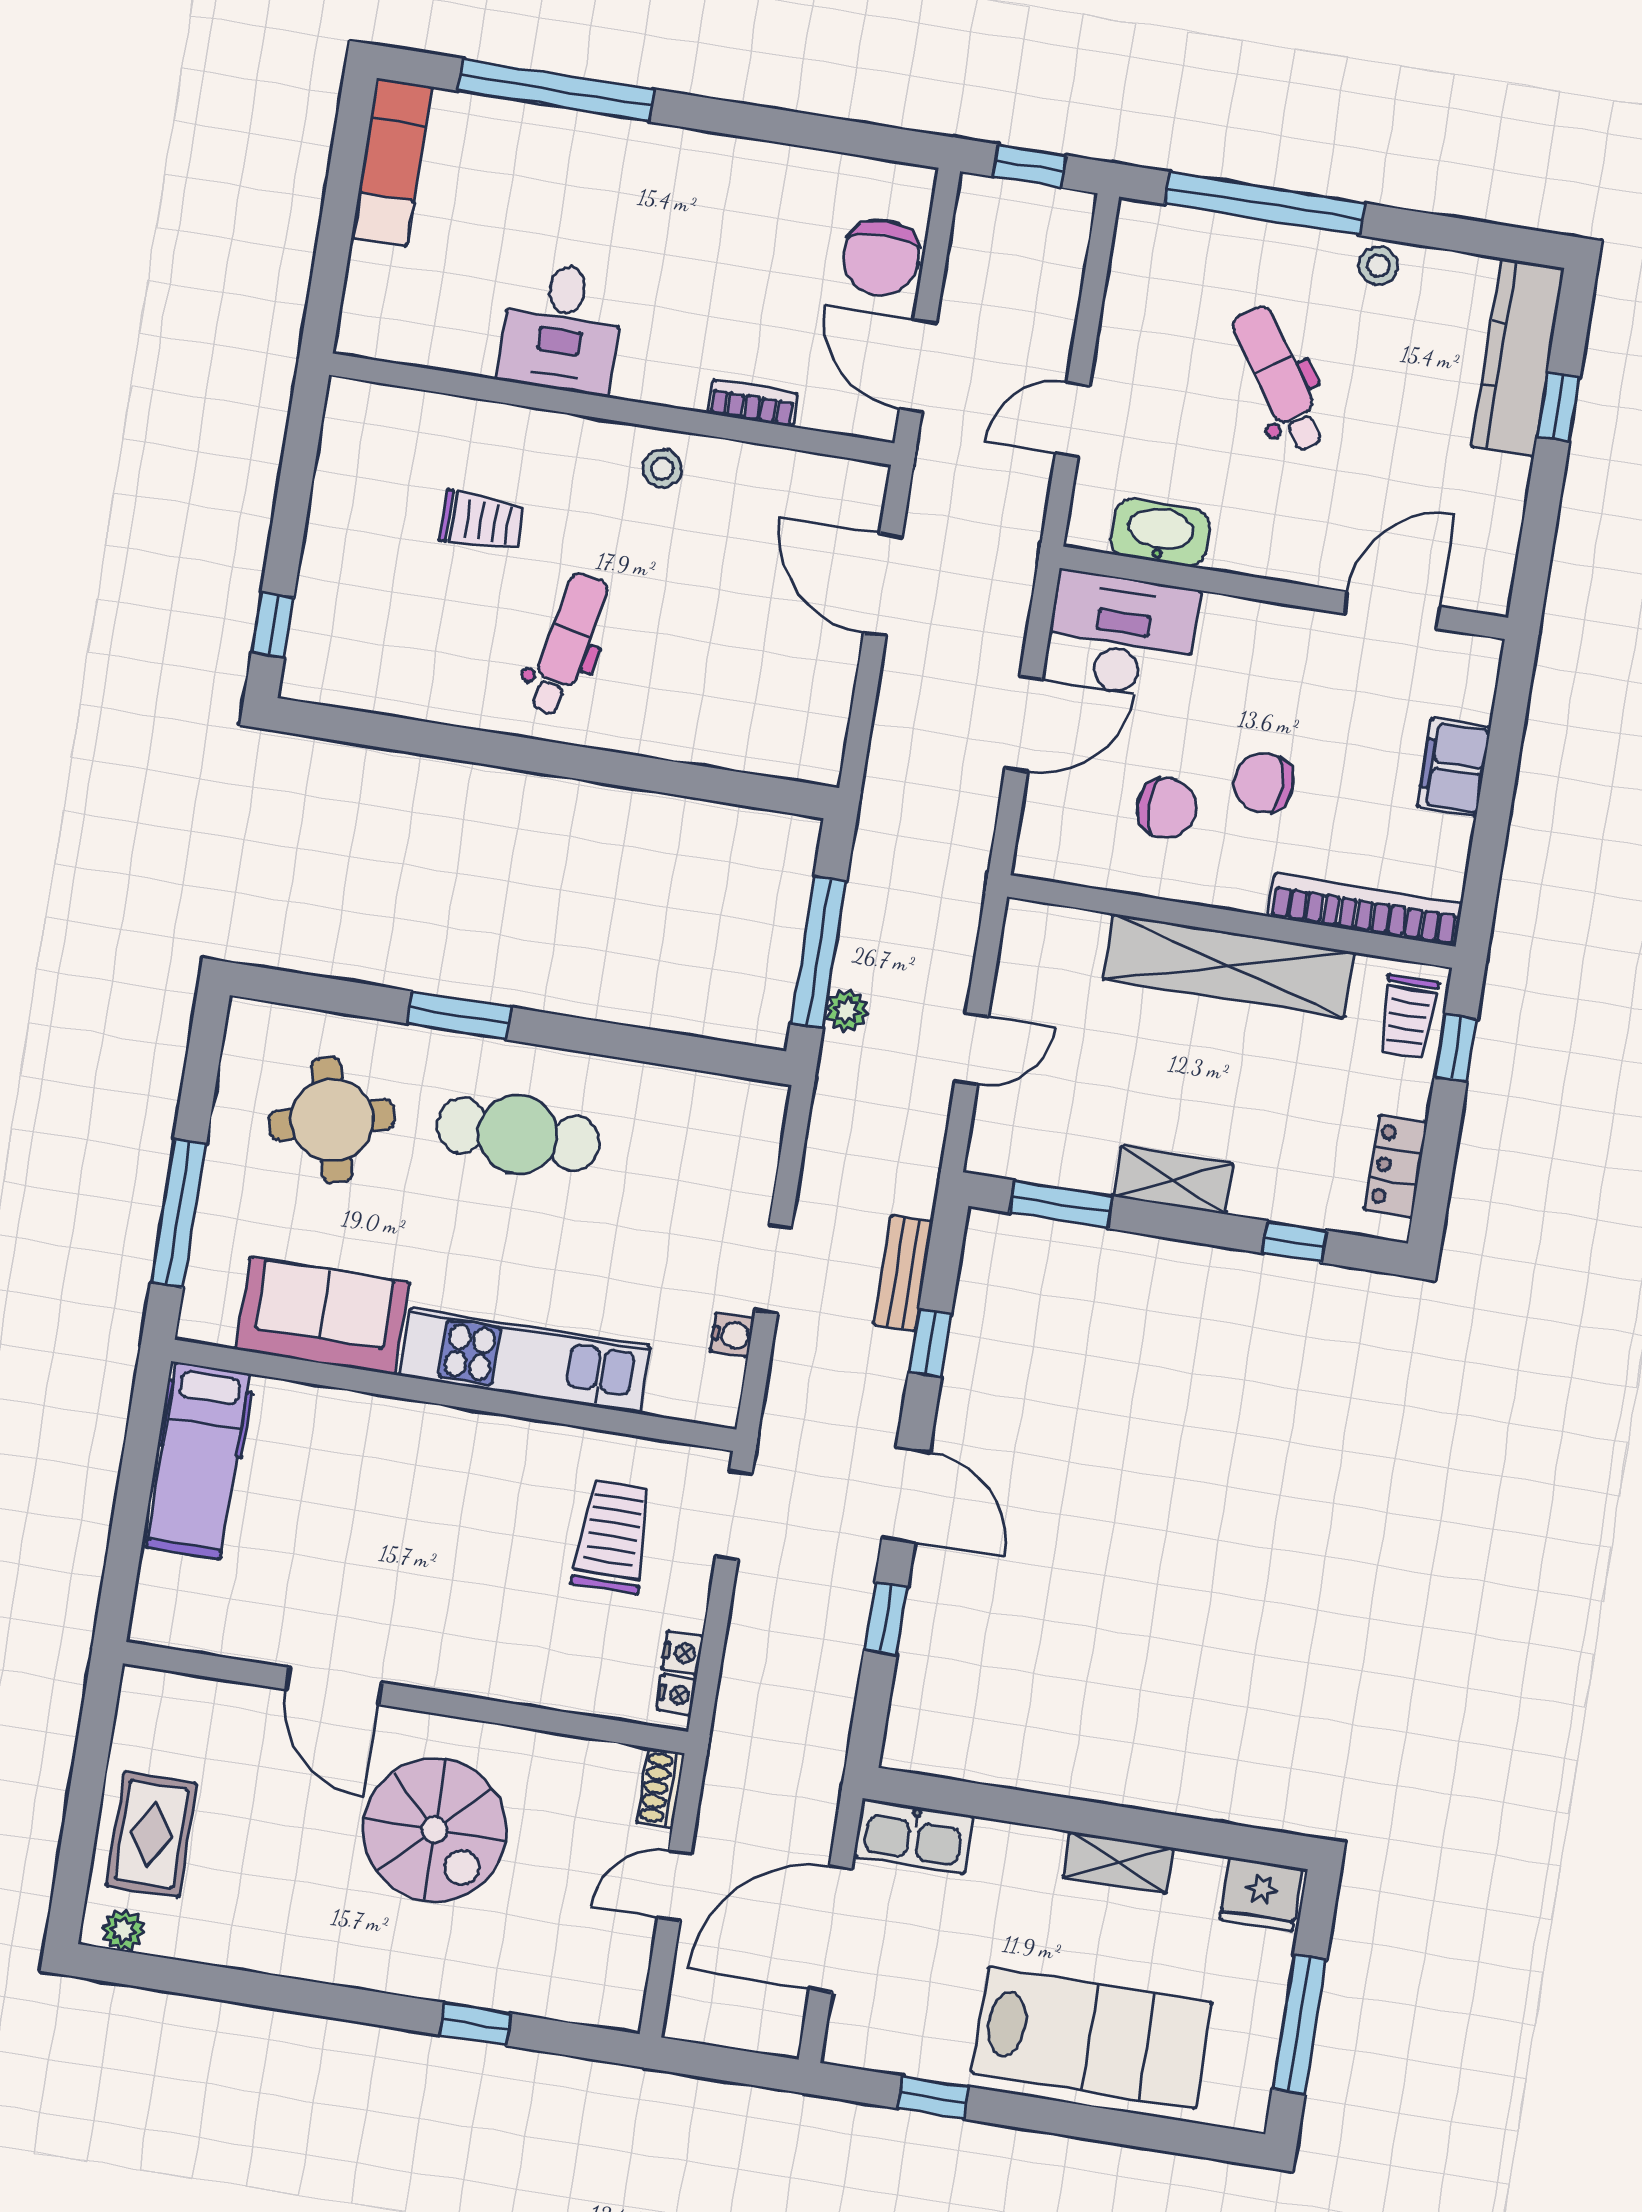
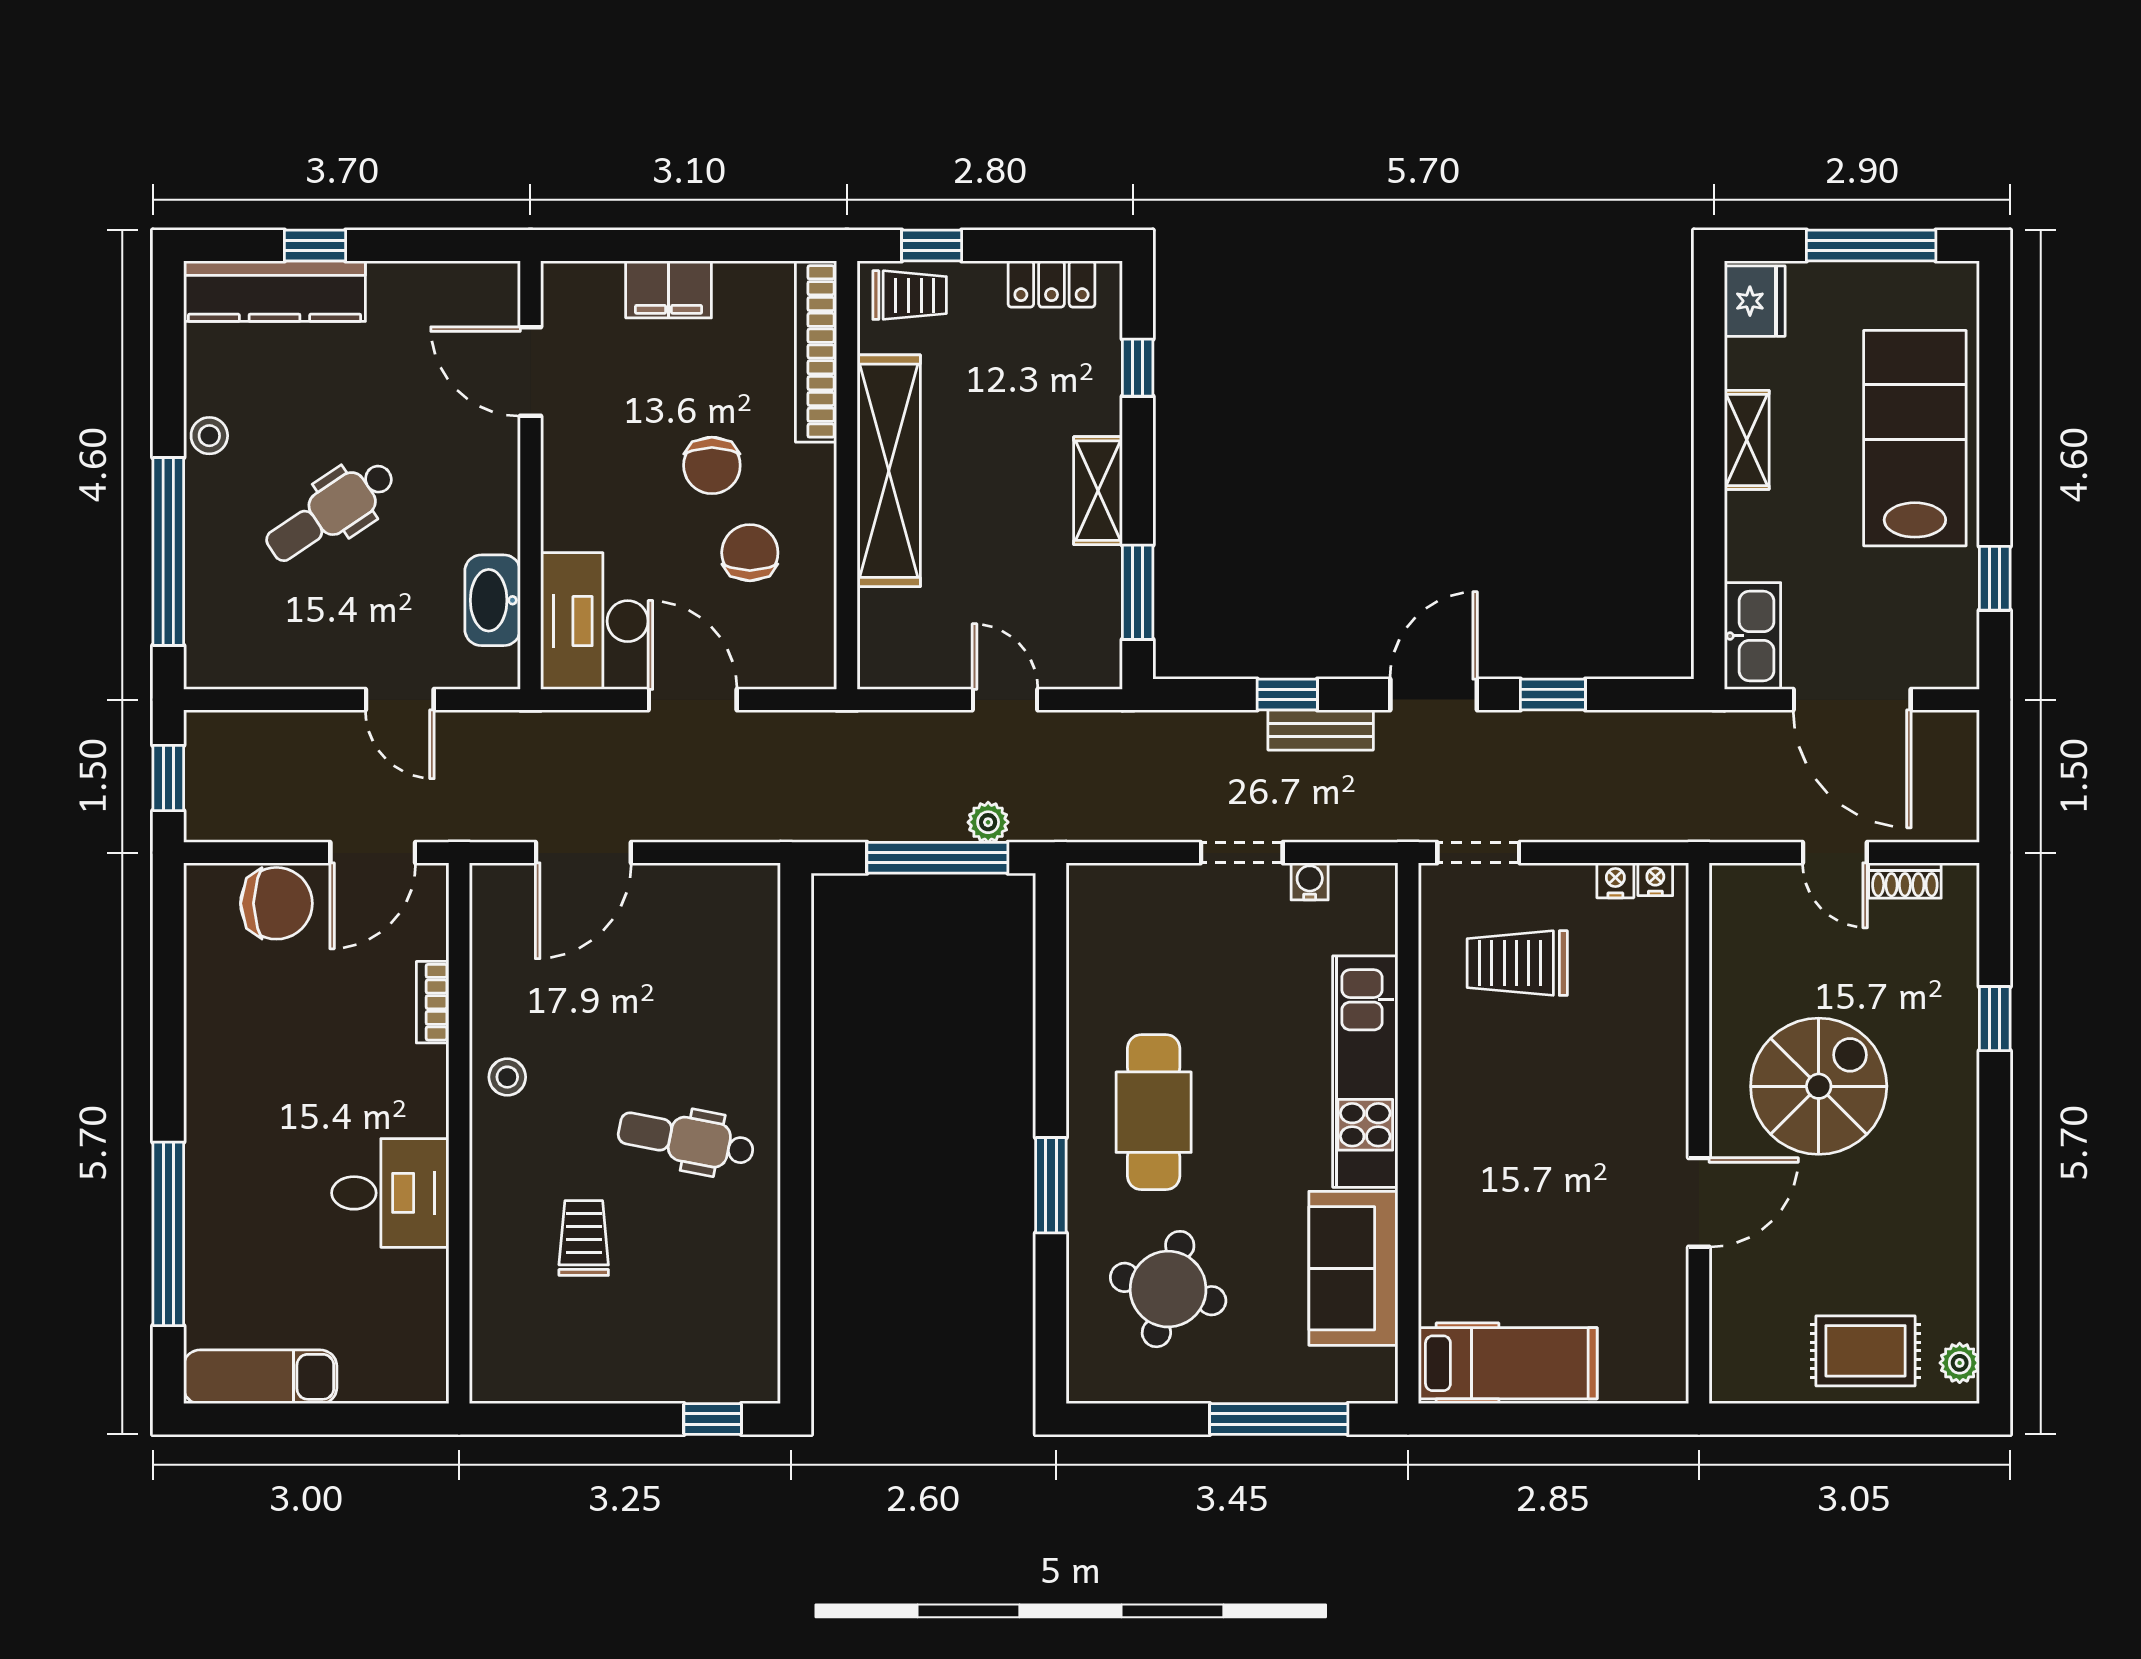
round table: (332, 1120) -> (1168, 1289), turned 30
bench: (903, 1273) -> (1321, 730), moved
shoe rack: (660, 1788) -> (1905, 880), moved

